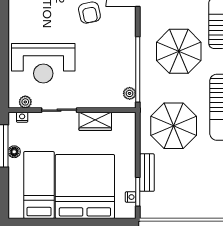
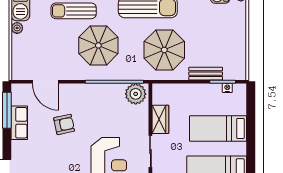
plant: (130, 93) -> (136, 94), width x1.88, depth x1.88
bed: (85, 187) -> (218, 128), width x0.49

